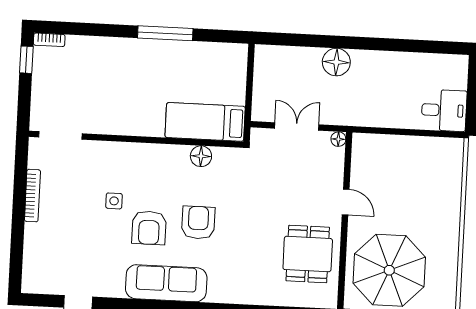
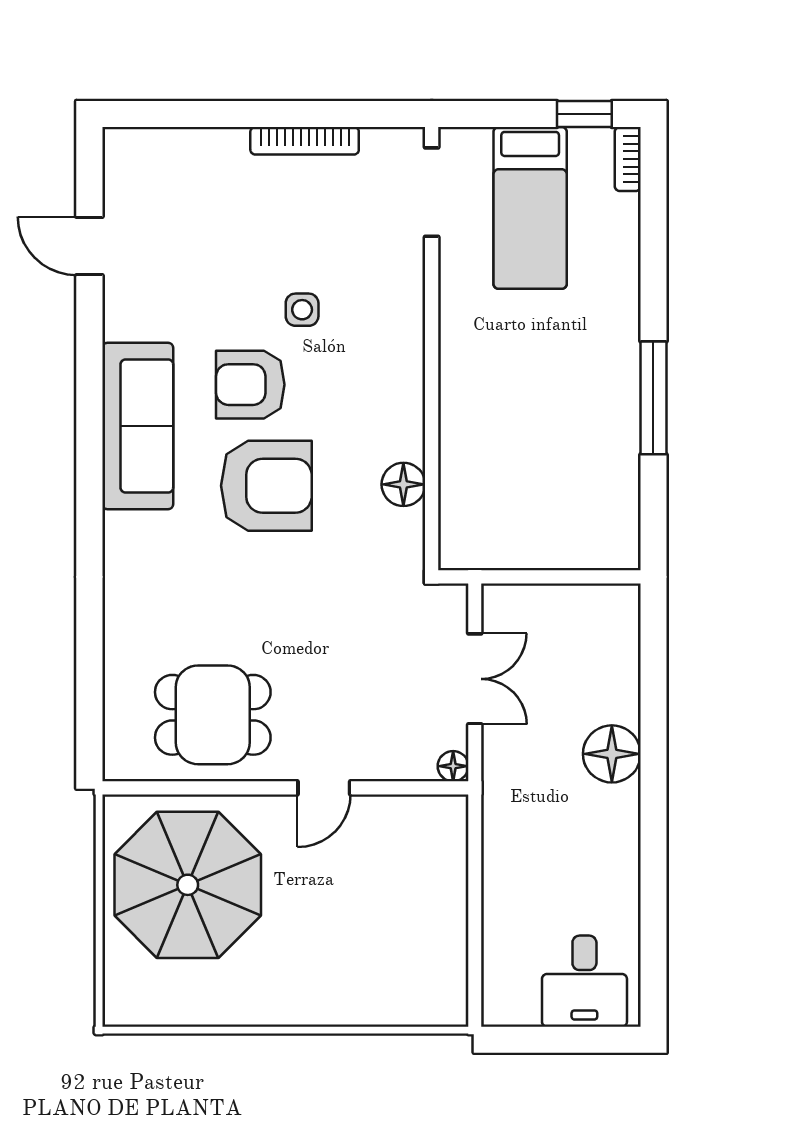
desk: (444, 110) -> (584, 981), moved
bed: (205, 122) -> (530, 208), moved, turned 180
armchair: (198, 223) -> (266, 486), width x1.36, depth x1.36

